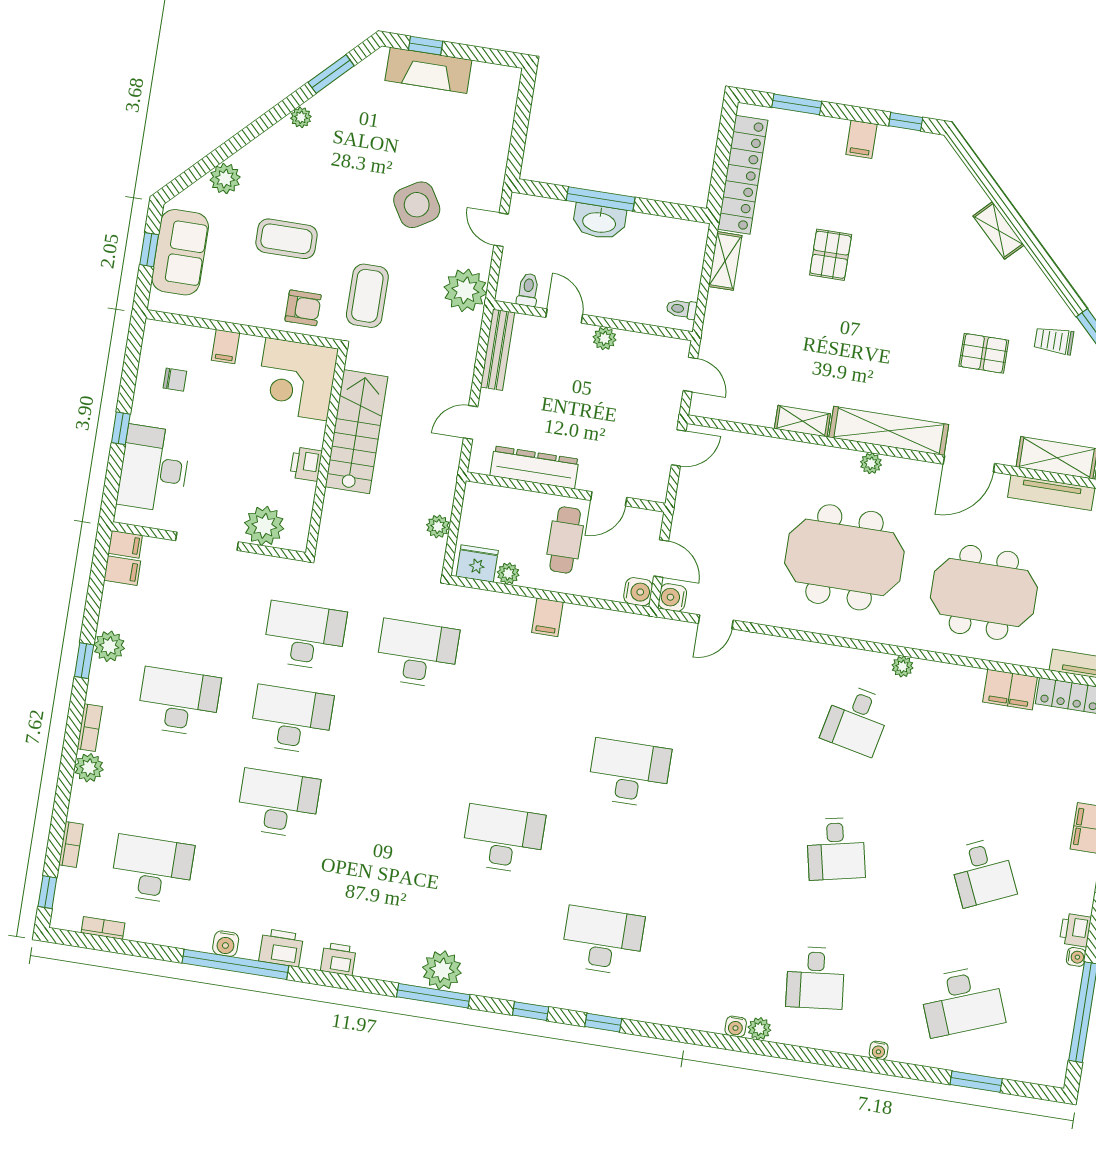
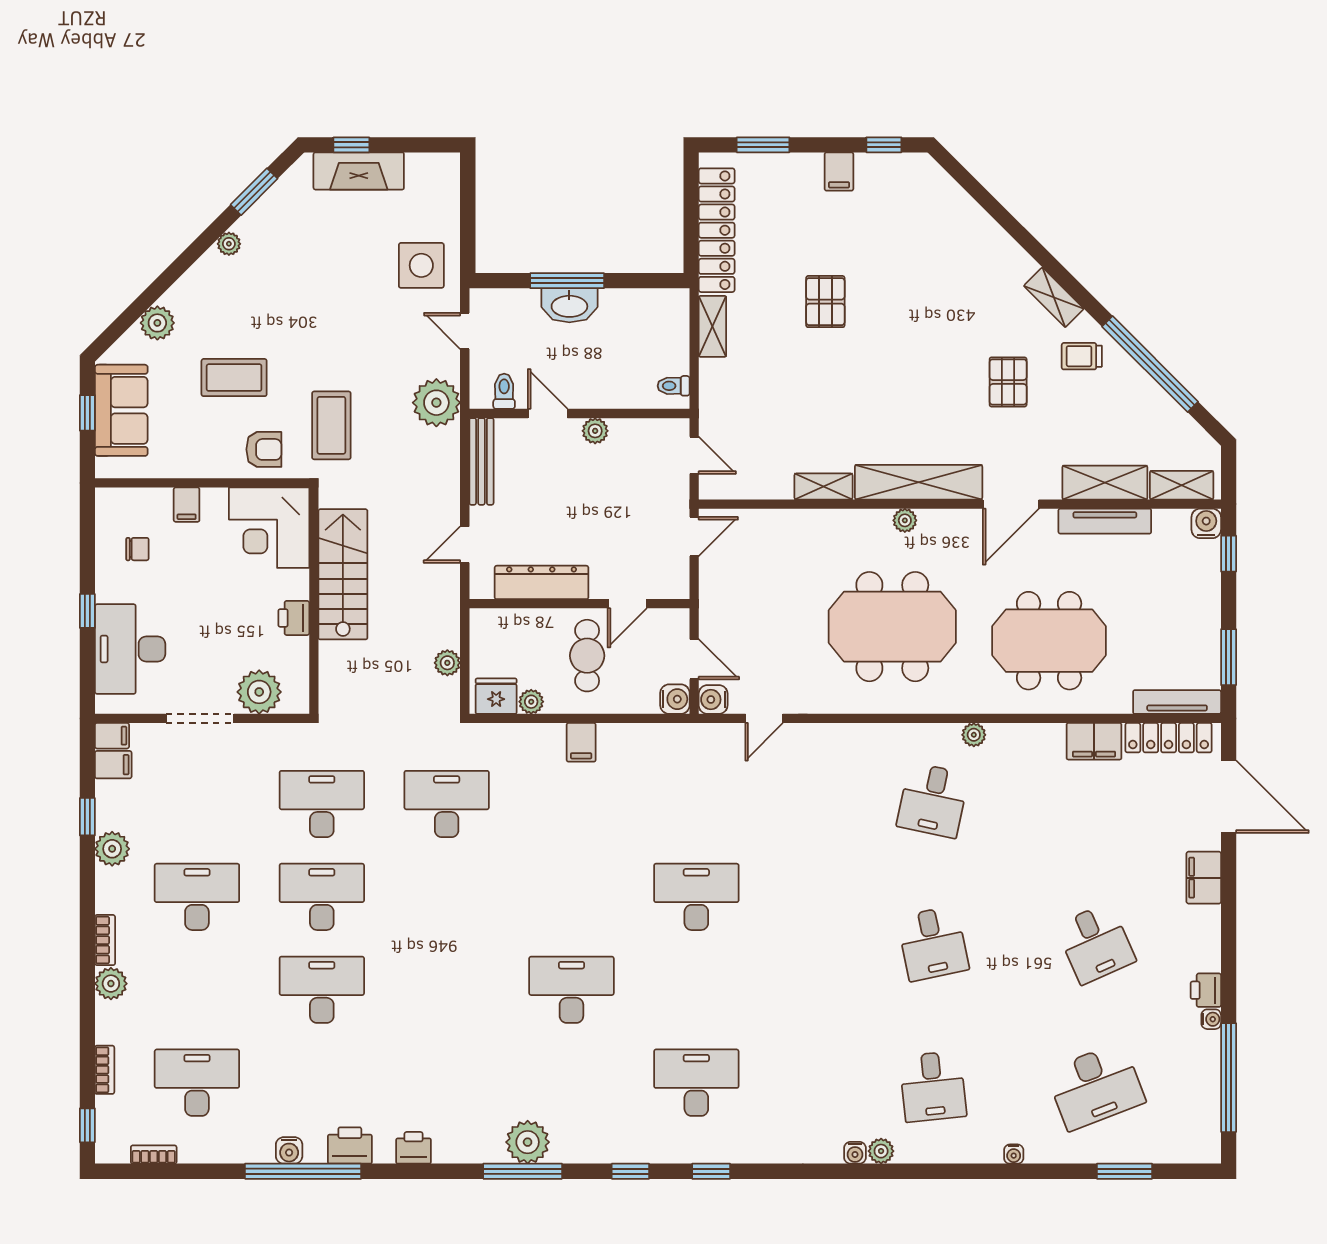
side table: (417, 205) -> (421, 265), moved, turned 31
shelving: (999, 230) -> (1054, 297), moved
pallet: (984, 353) -> (1008, 382), turned 90
window: (84, 661) -> (87, 817), moved

